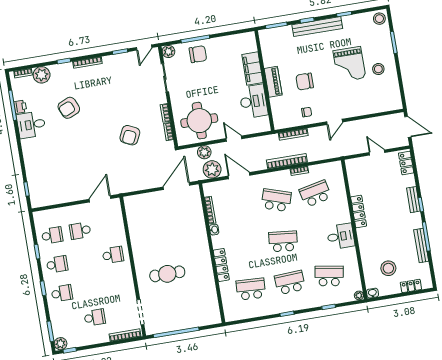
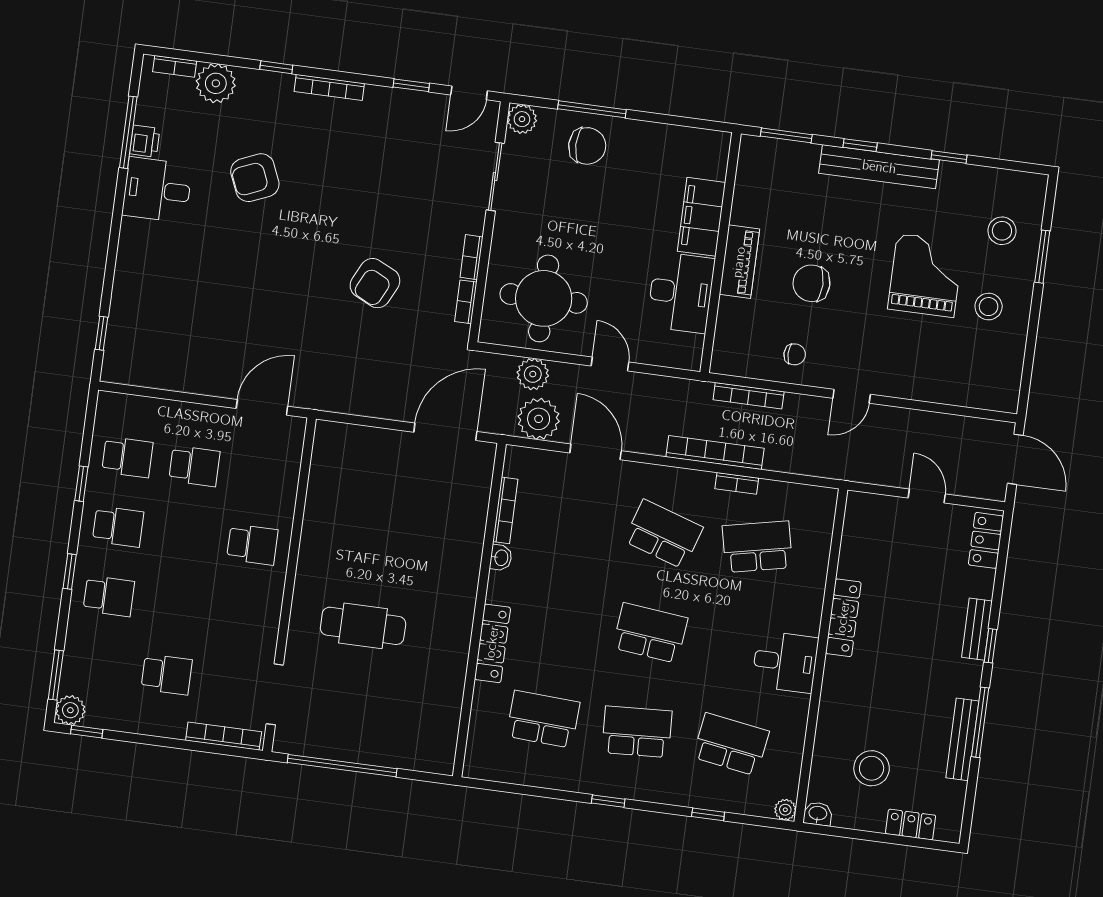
stool: (379, 19) -> (1002, 231), moved
grand piano: (349, 64) -> (926, 275), turned 180
school desk: (80, 231) -> (194, 466), turned 180

